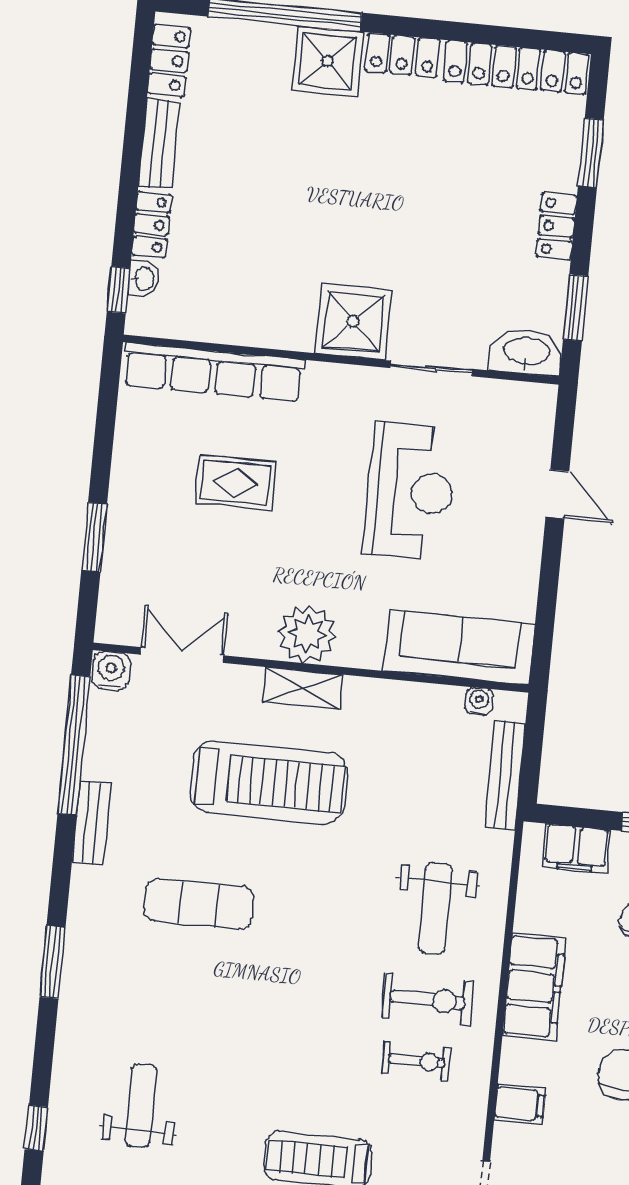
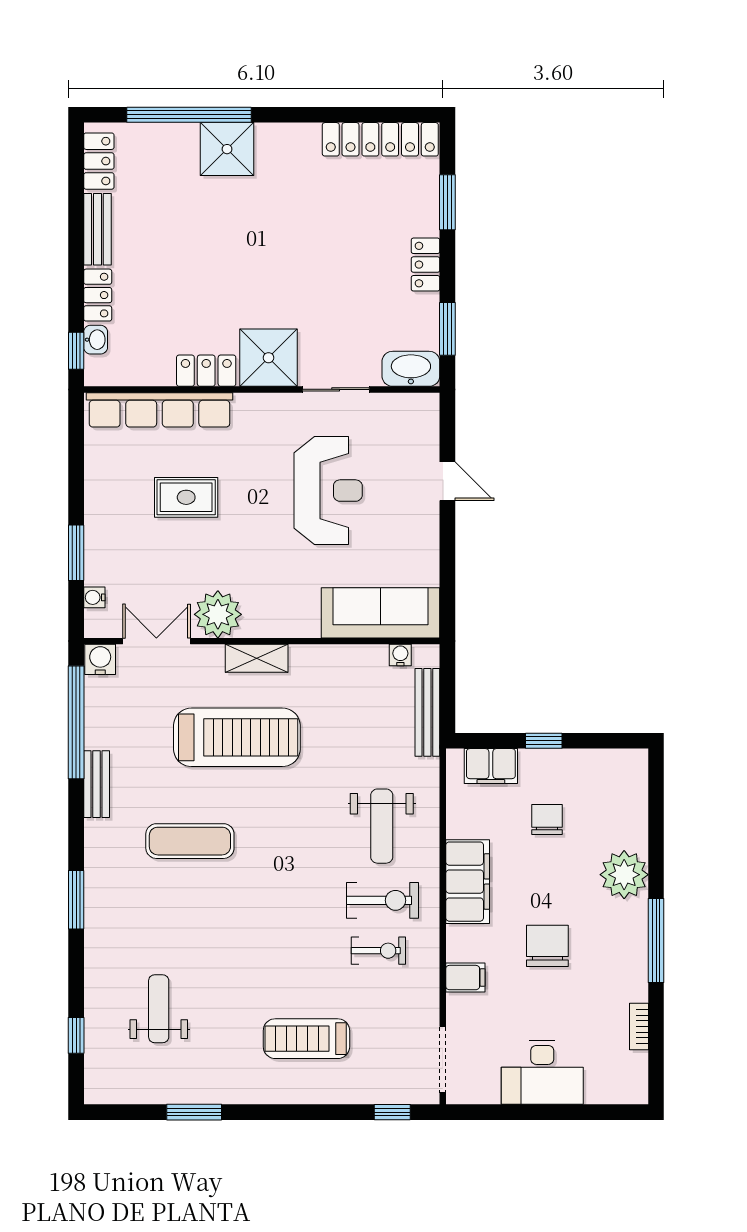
locker: (402, 55) -> (206, 371), moved, turned 180
water cooler: (111, 594) -> (94, 597), added
plant: (307, 634) -> (218, 614), moved

